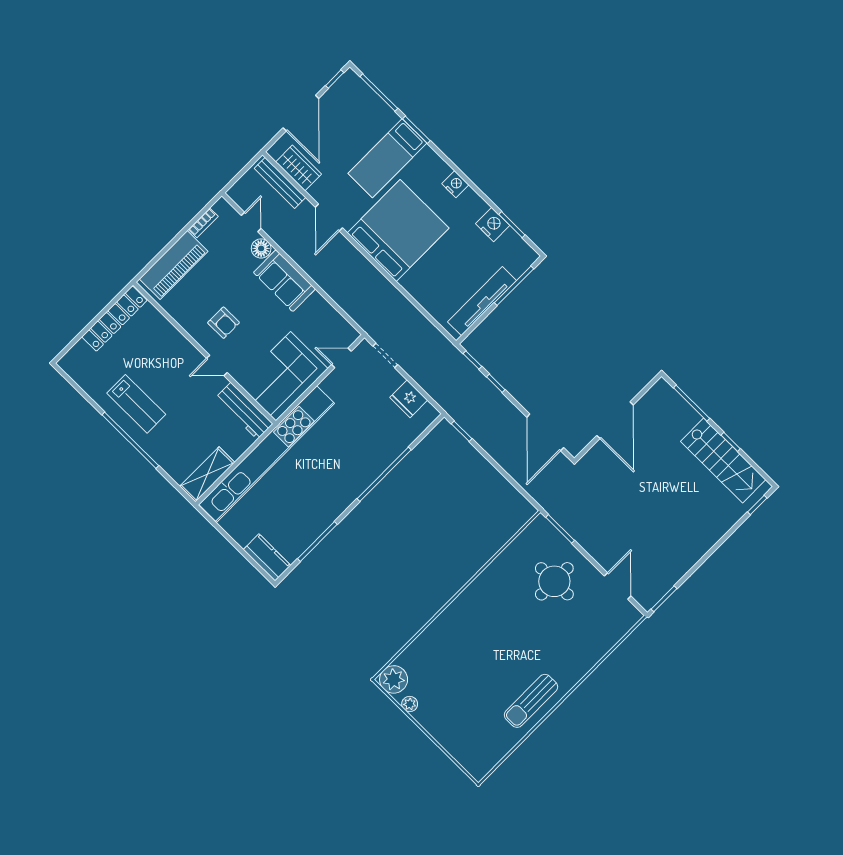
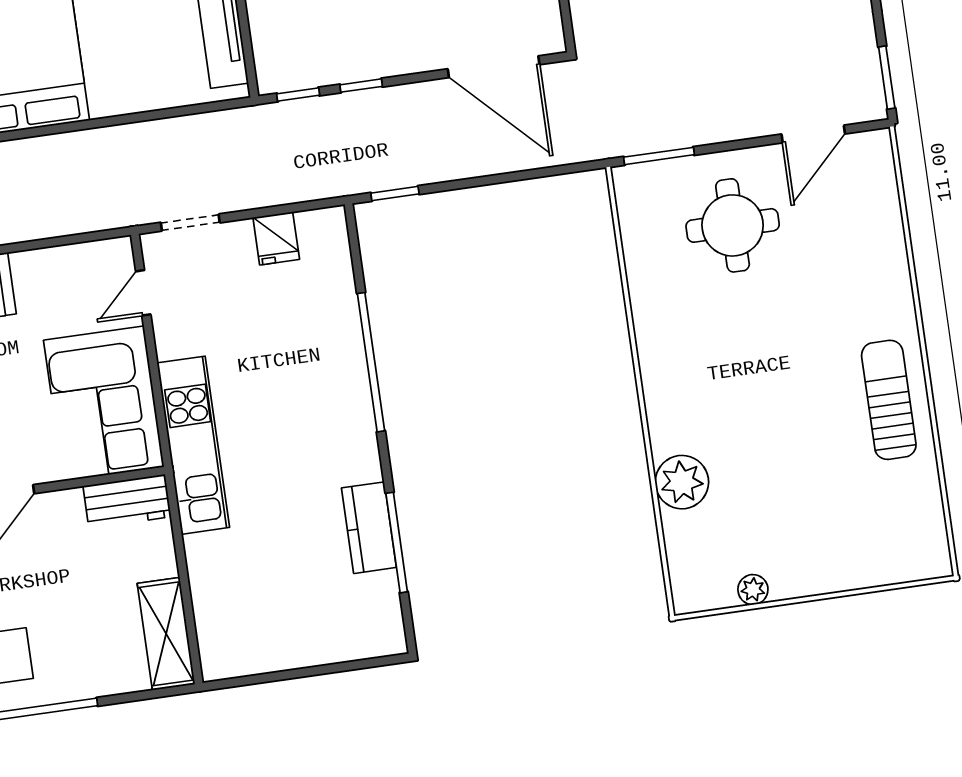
fridge: (409, 399) -> (276, 238), width x0.72
workbench: (244, 411) -> (127, 501), width x0.73
kitchen unit: (267, 454) -> (193, 445), width x0.54
kitchen counter: (267, 558) -> (369, 528), moved, turned -90
door: (618, 586) -> (813, 134), swing flipped
plant: (394, 679) -> (682, 482), moved
sun lounger: (531, 701) -> (889, 400), turned 180

